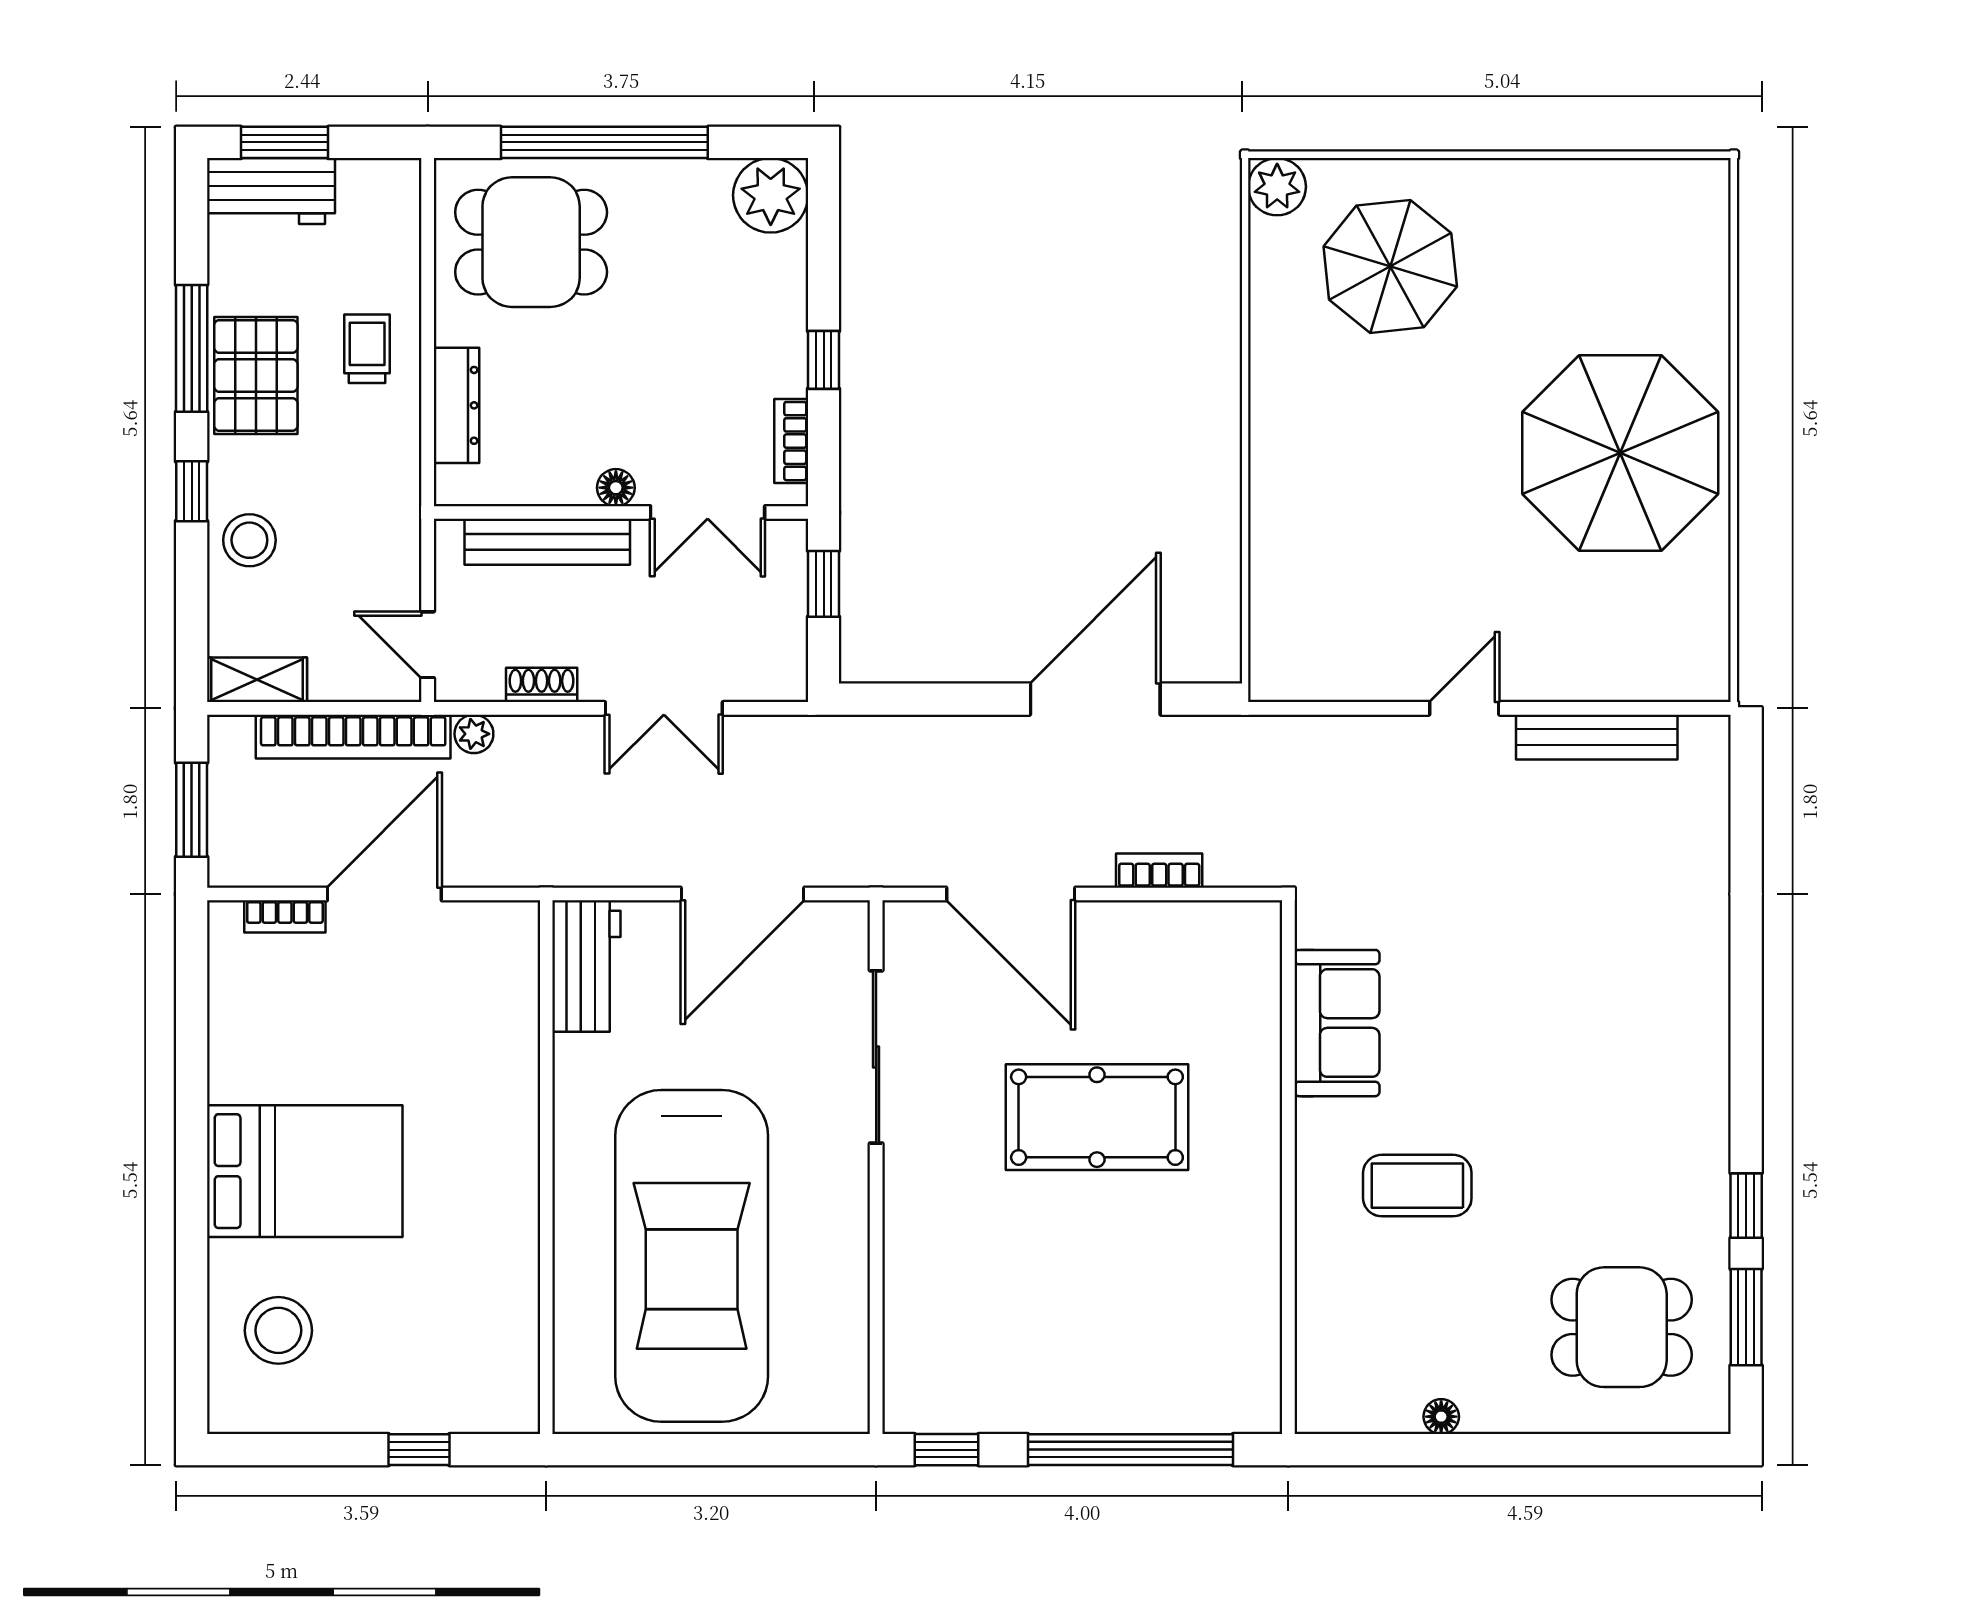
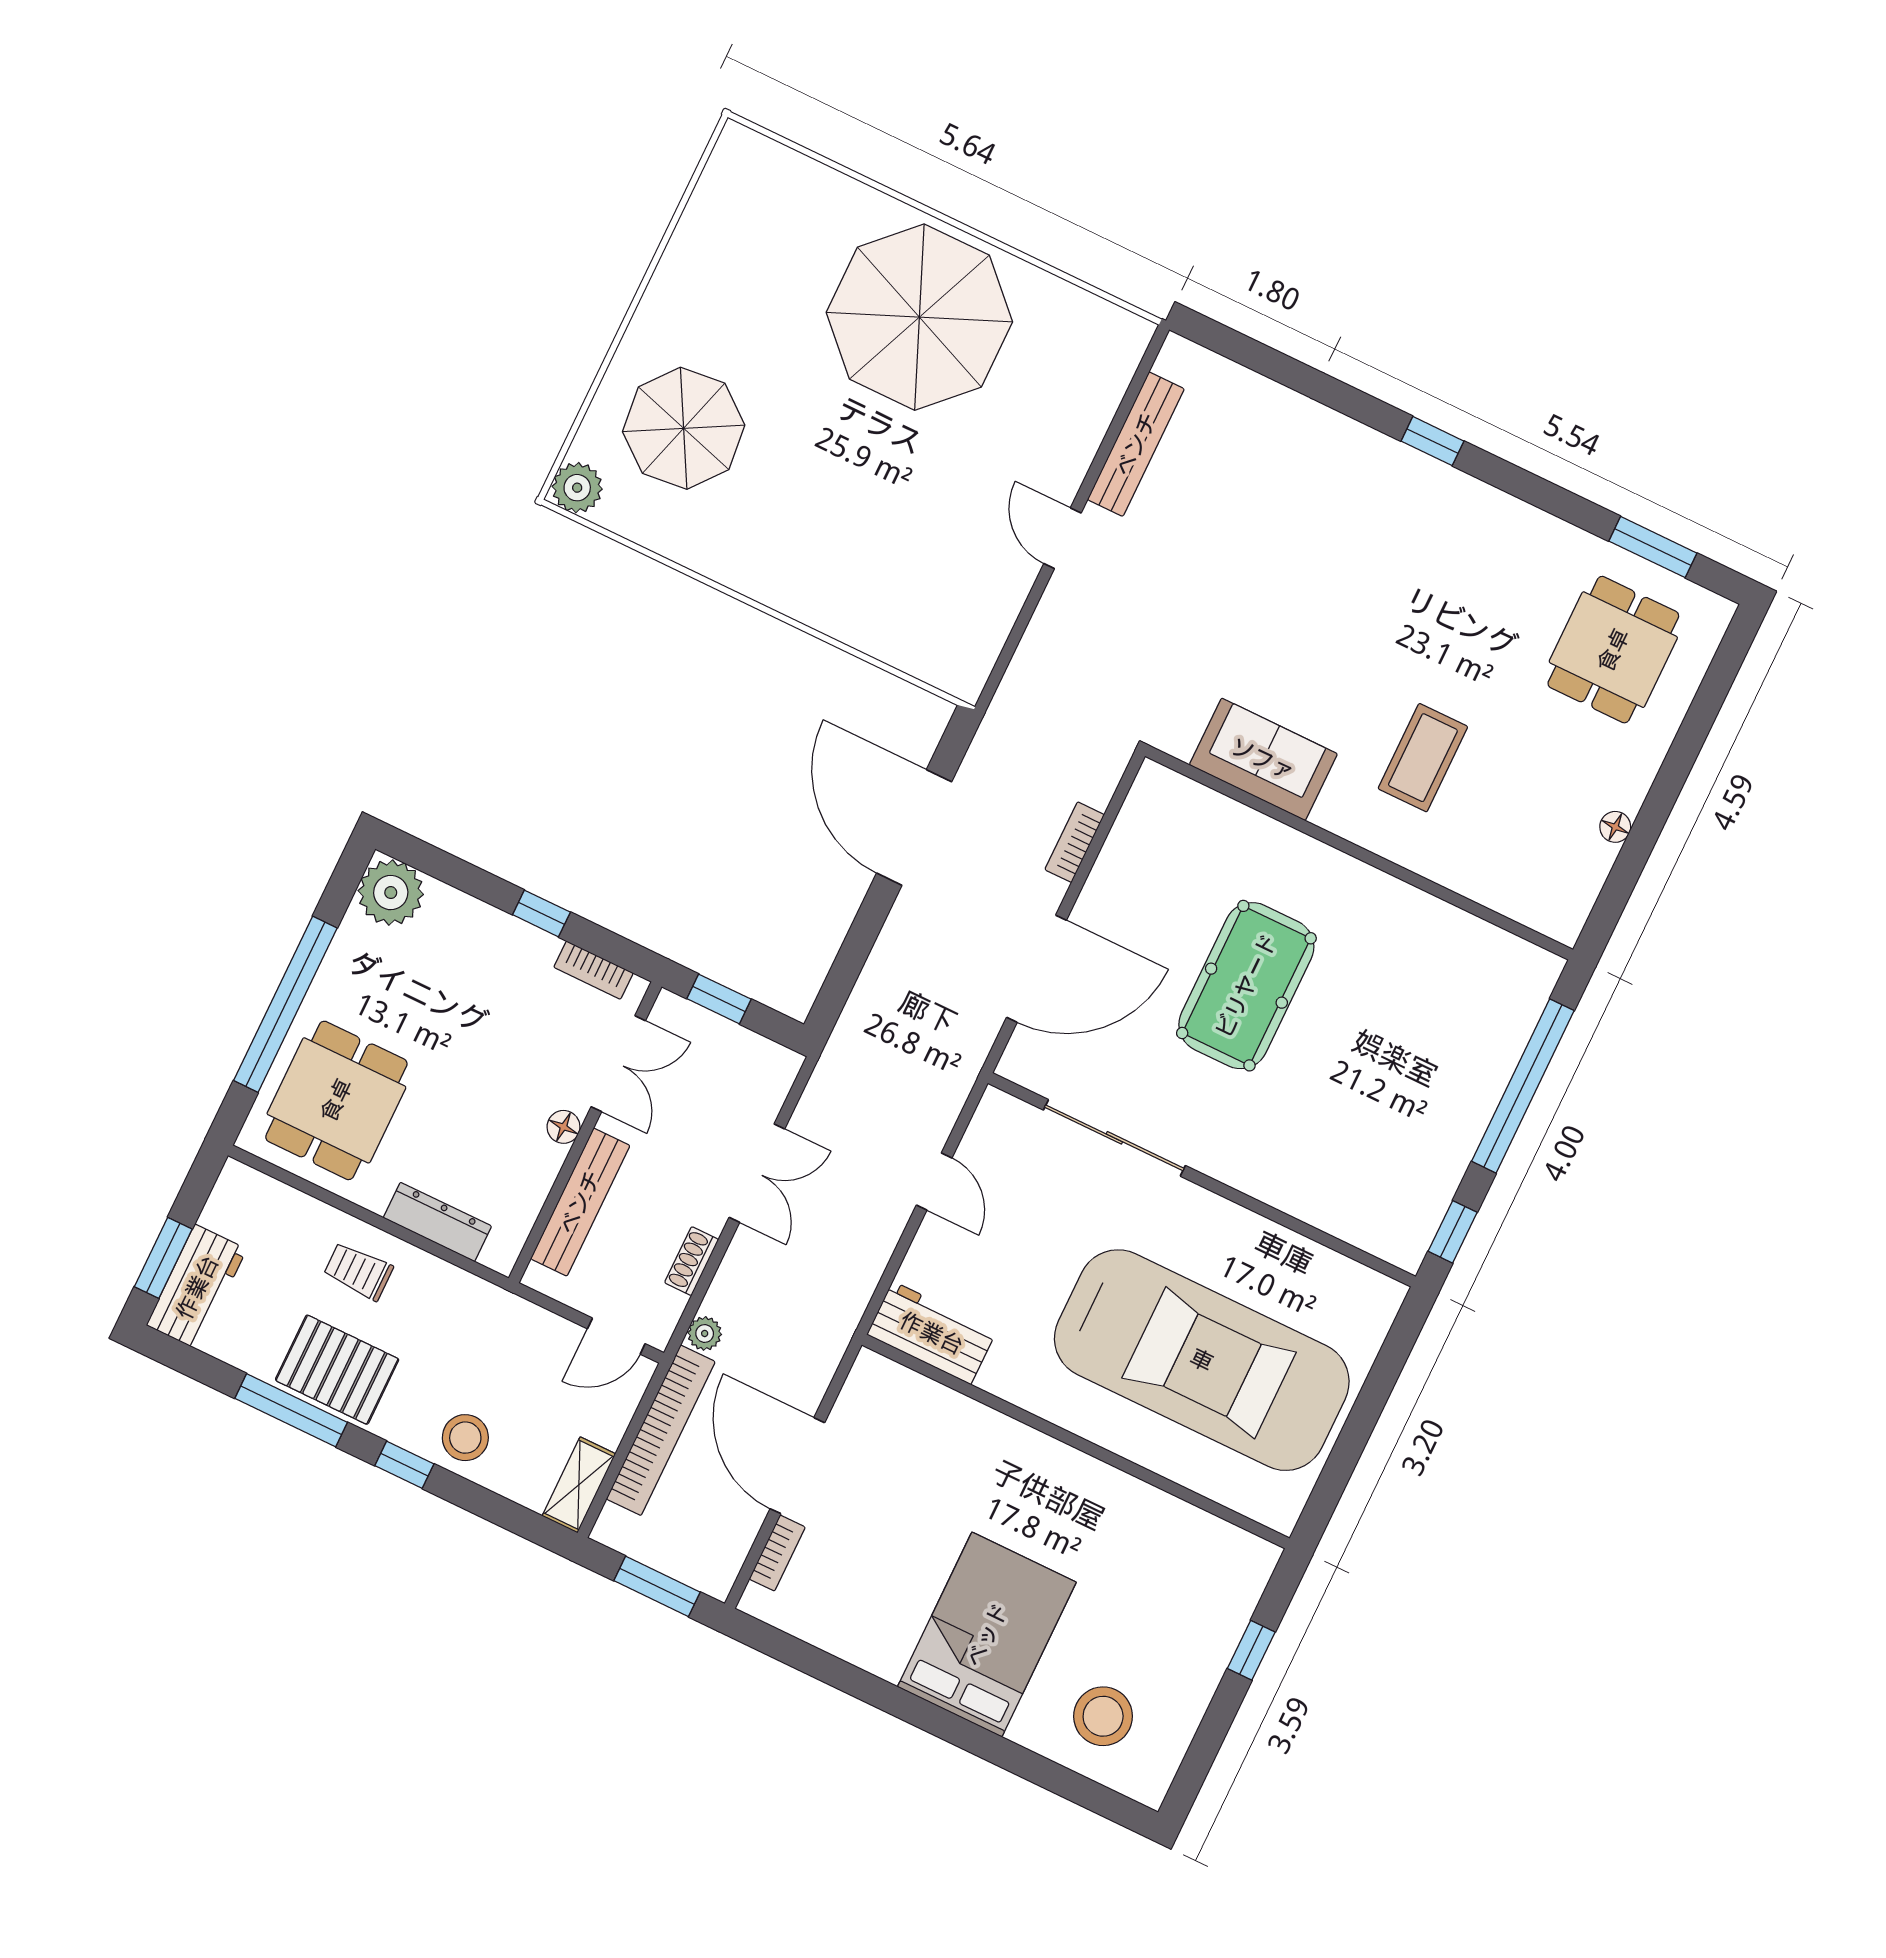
door: (743, 894) -> (934, 1182), width x0.53
window: (1746, 1206) -> (1432, 441), moved

